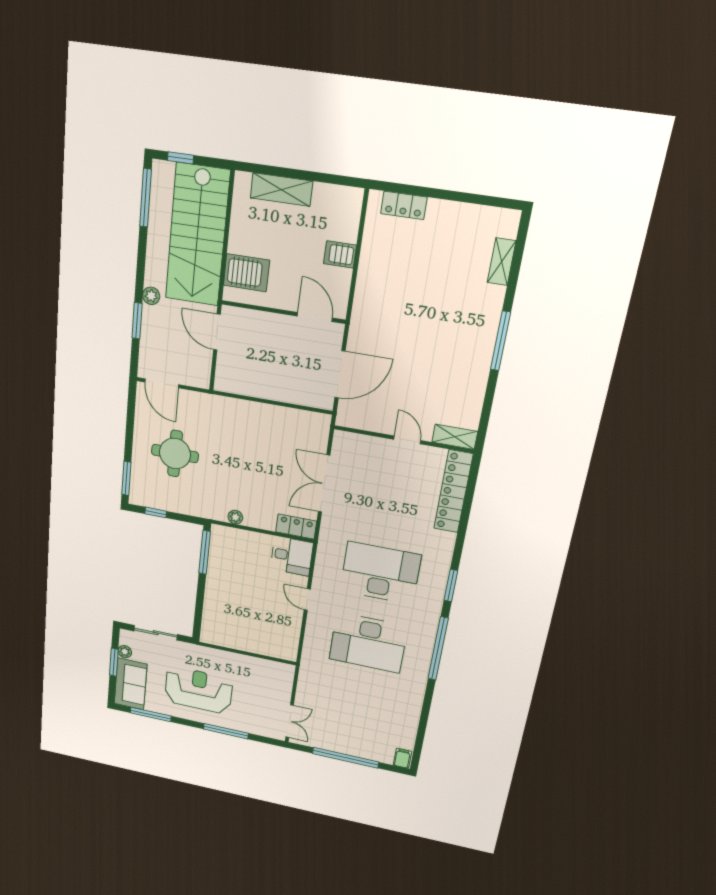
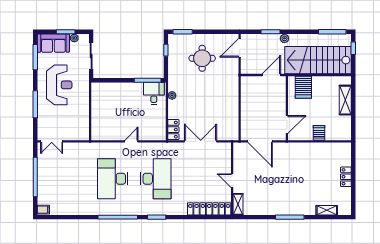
locker: (404, 205) -> (346, 177), moved
door: (407, 440) -> (232, 181), swing flipped
desk: (292, 556) -> (154, 93), moved, turned 180

